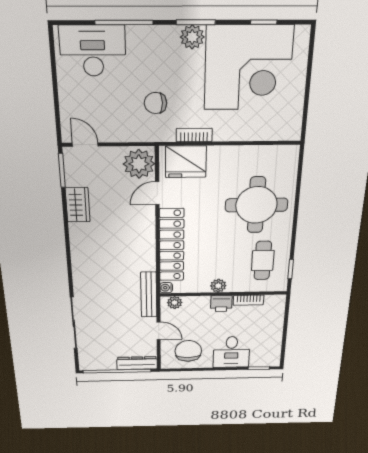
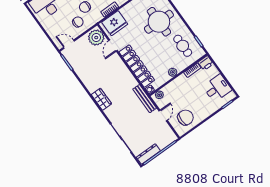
chair: (126, 119) -> (78, 22), added
wardrobe: (78, 205) -> (101, 99), moved
printer: (221, 304) -> (206, 63), moved
door: (159, 331) -> (163, 116), hinge flipped
chair: (188, 351) -> (185, 118), turned 90
desk: (231, 352) -> (217, 88), moved, turned -90
dresser: (137, 363) -> (148, 154), moved

